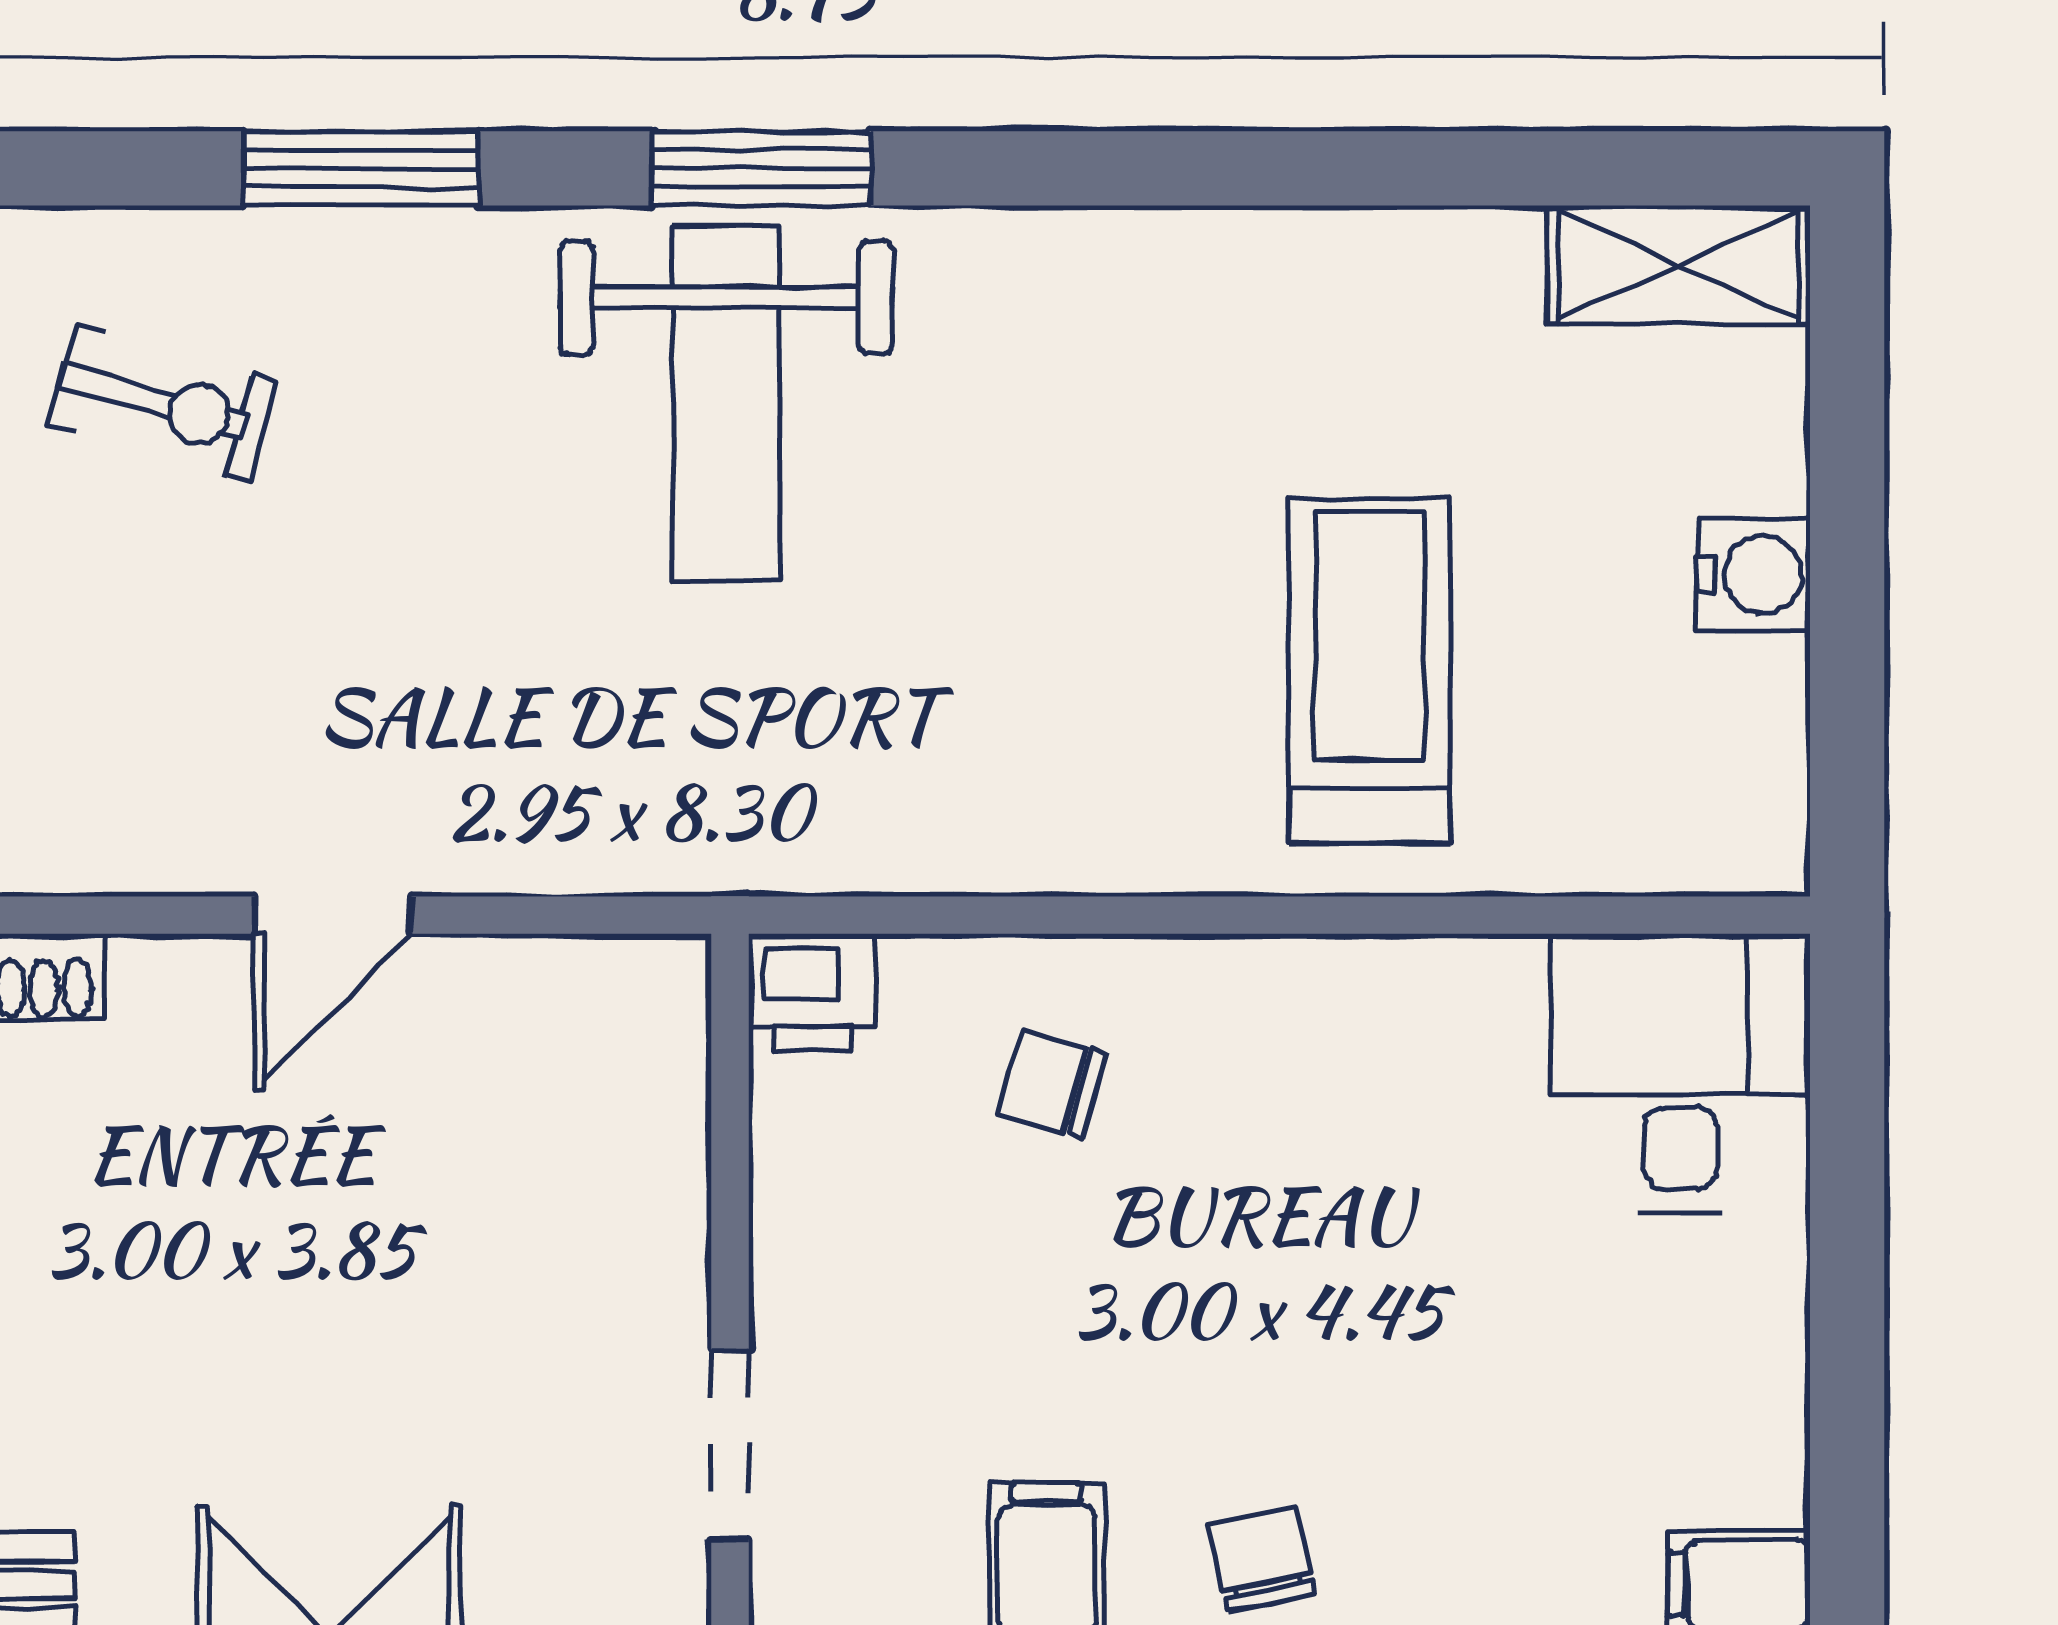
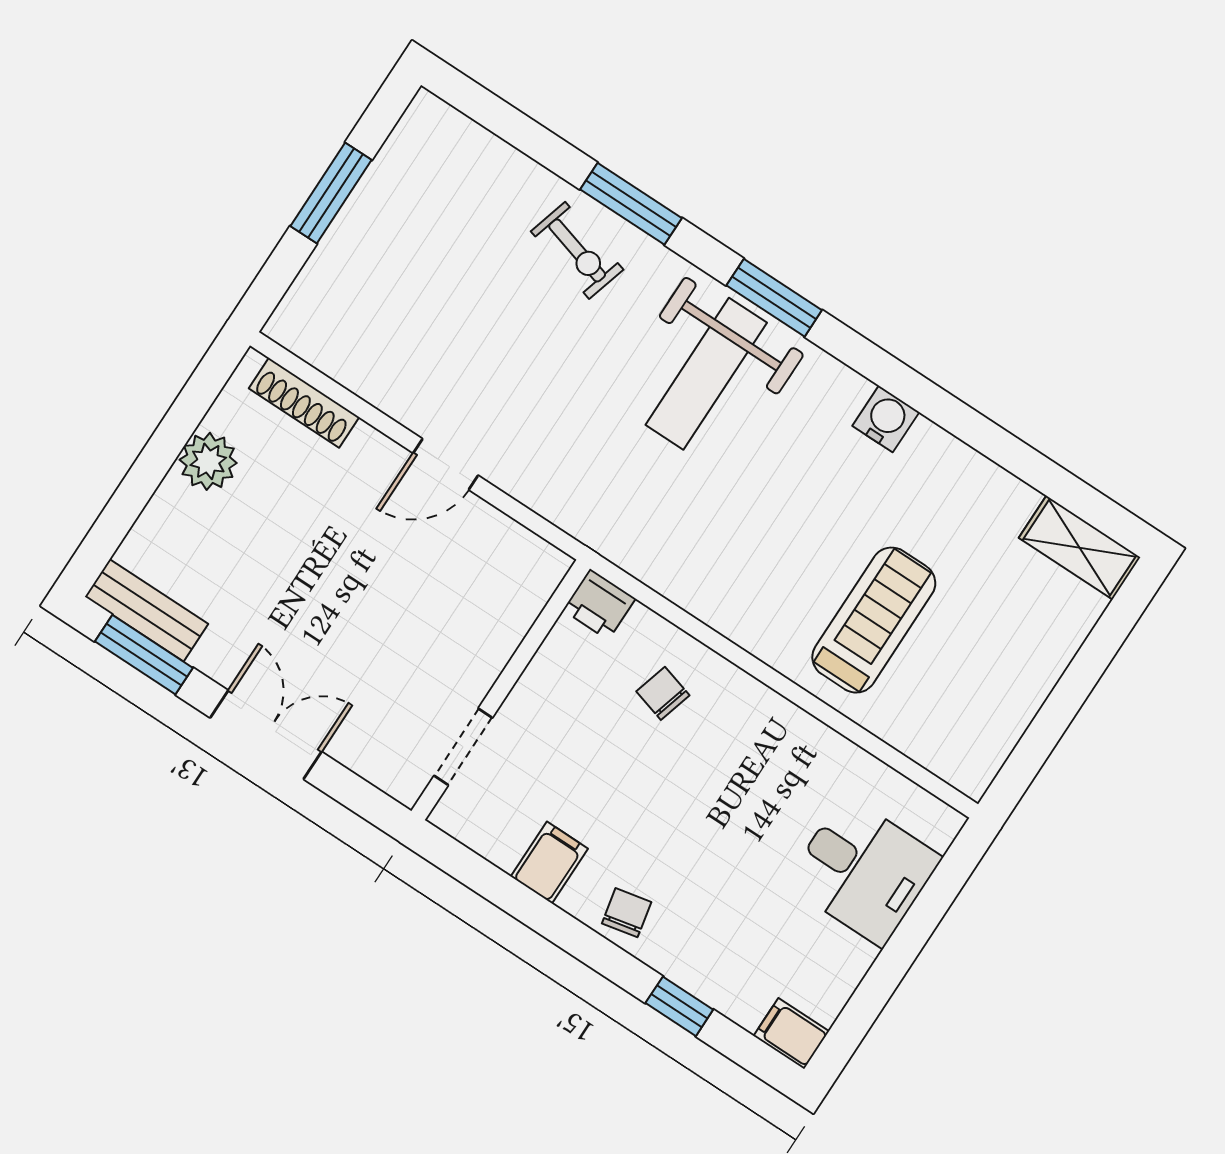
exercise bike: (163, 404) -> (577, 250), moved
water cooler: (1753, 575) -> (886, 419), moved, turned -90
desk: (1681, 1073) -> (863, 871), moved, turned 90

